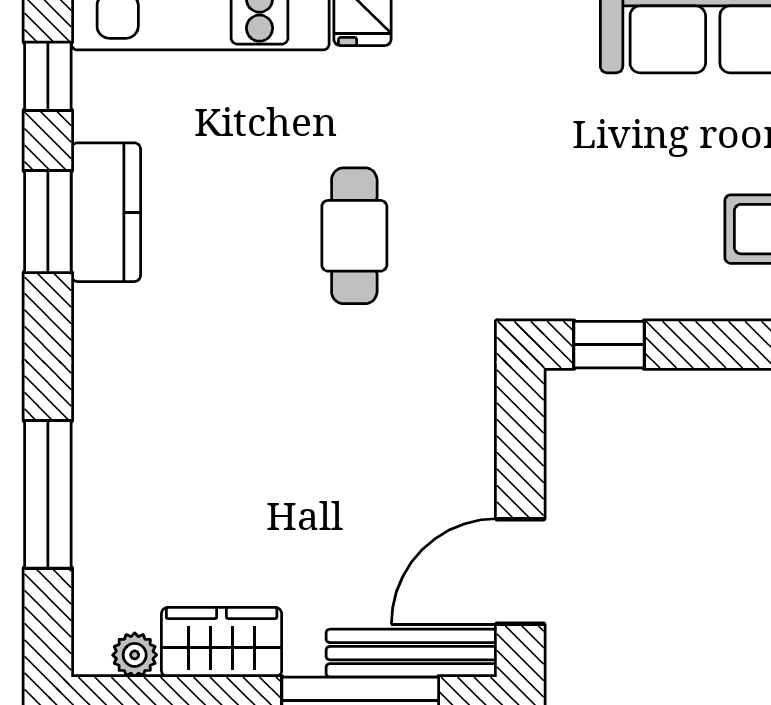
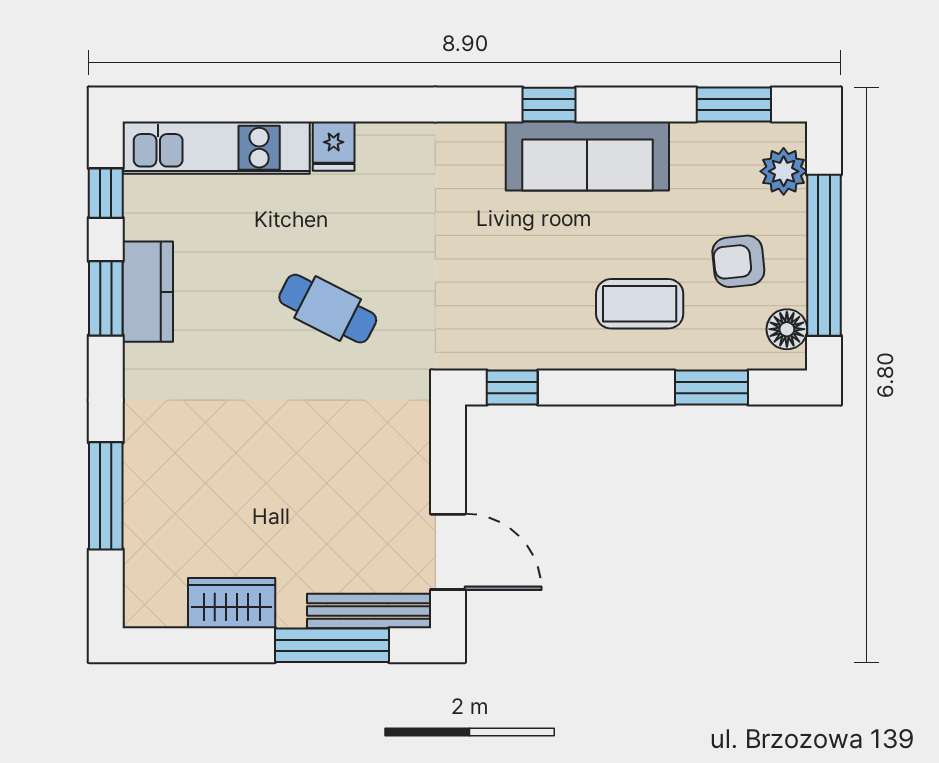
cafe table: (354, 236) -> (328, 309), turned -63
door: (520, 572) -> (448, 552), swing flipped
plant: (135, 655) -> (169, 612), removed

